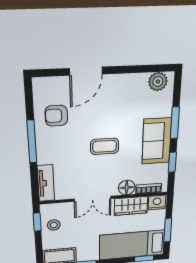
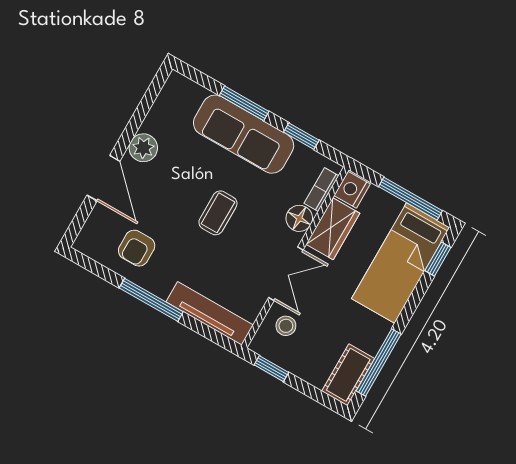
plant: (158, 81) -> (143, 148), moved
sofa: (157, 141) -> (244, 134), width x1.36
tv unit: (46, 183) -> (210, 313), width x1.41
stool: (54, 225) -> (286, 326), moved
window: (168, 230) -> (411, 199), width x1.44

